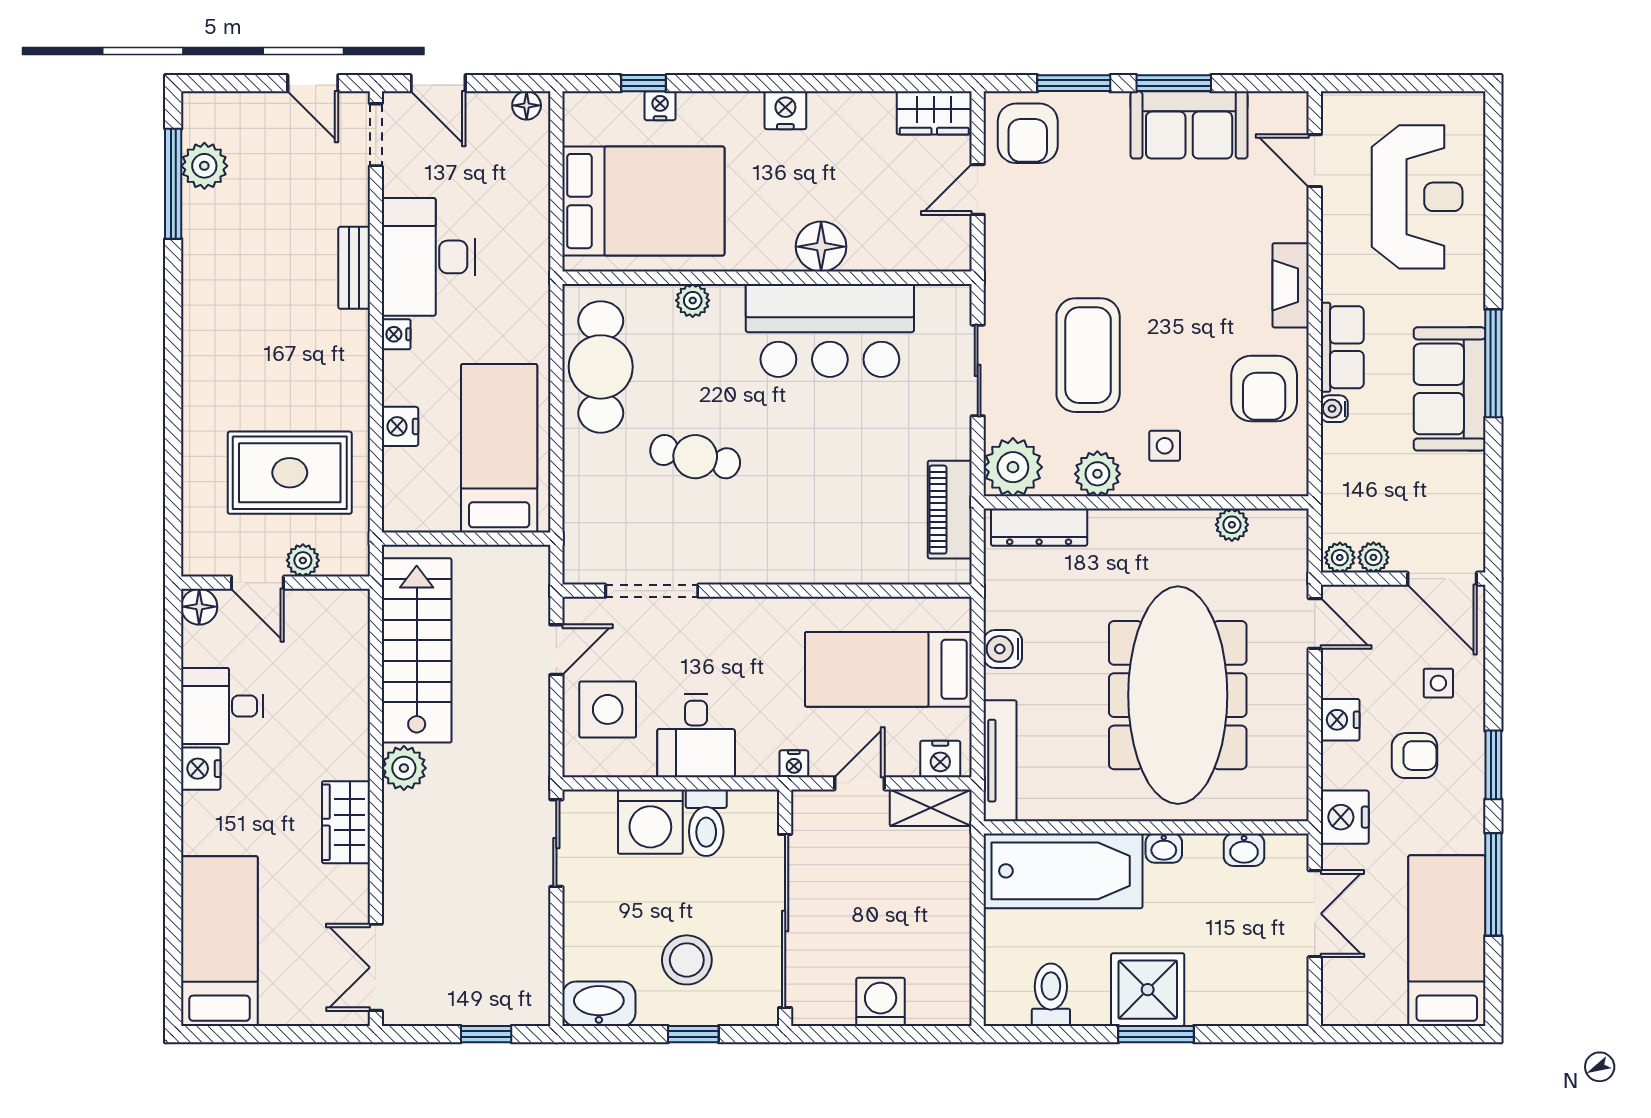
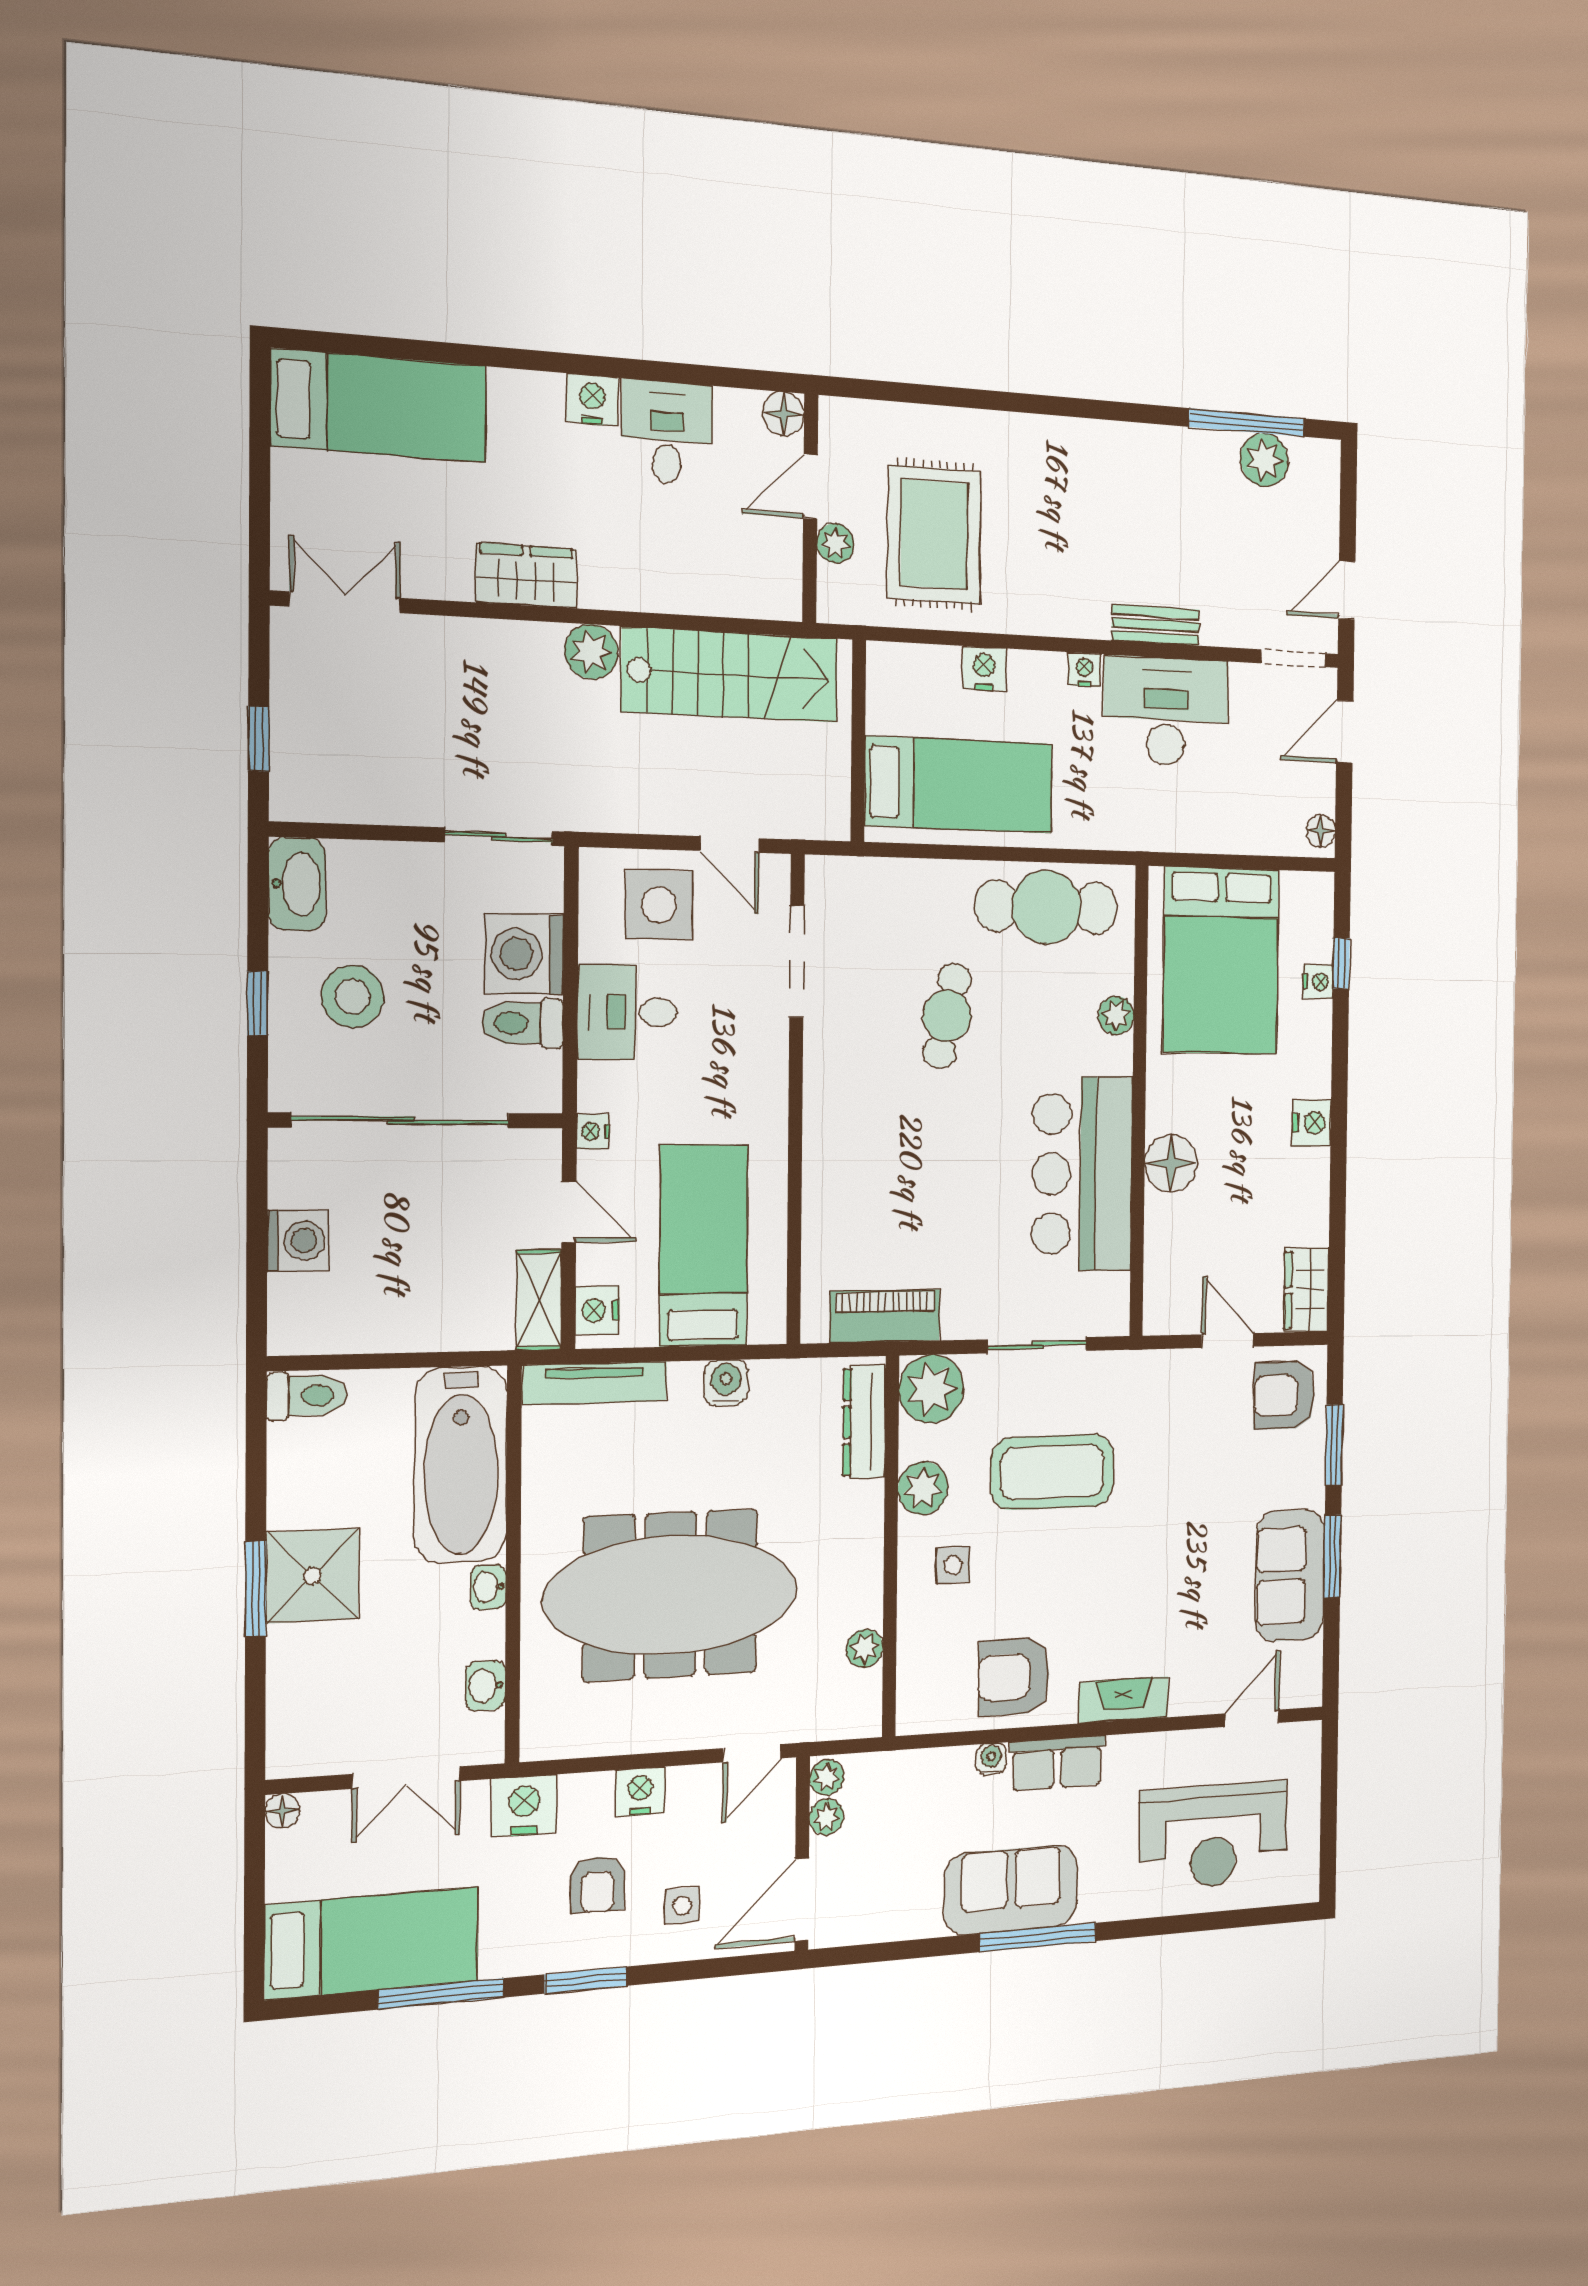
toilet: (1051, 995) -> (307, 1396), moved
floor lamp: (1334, 1012) -> (282, 1811), added

